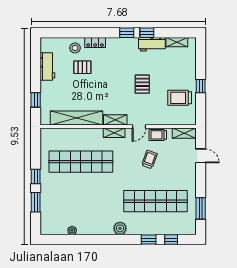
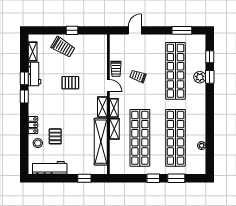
workbench: (47, 66) -> (50, 168), width x1.38
trolley: (180, 98) -> (63, 47), moved, turned -59
shelving: (184, 133) -> (114, 129), moved
shop shelf: (81, 201) -> (175, 138), added
plant: (120, 228) -> (200, 77), moved

